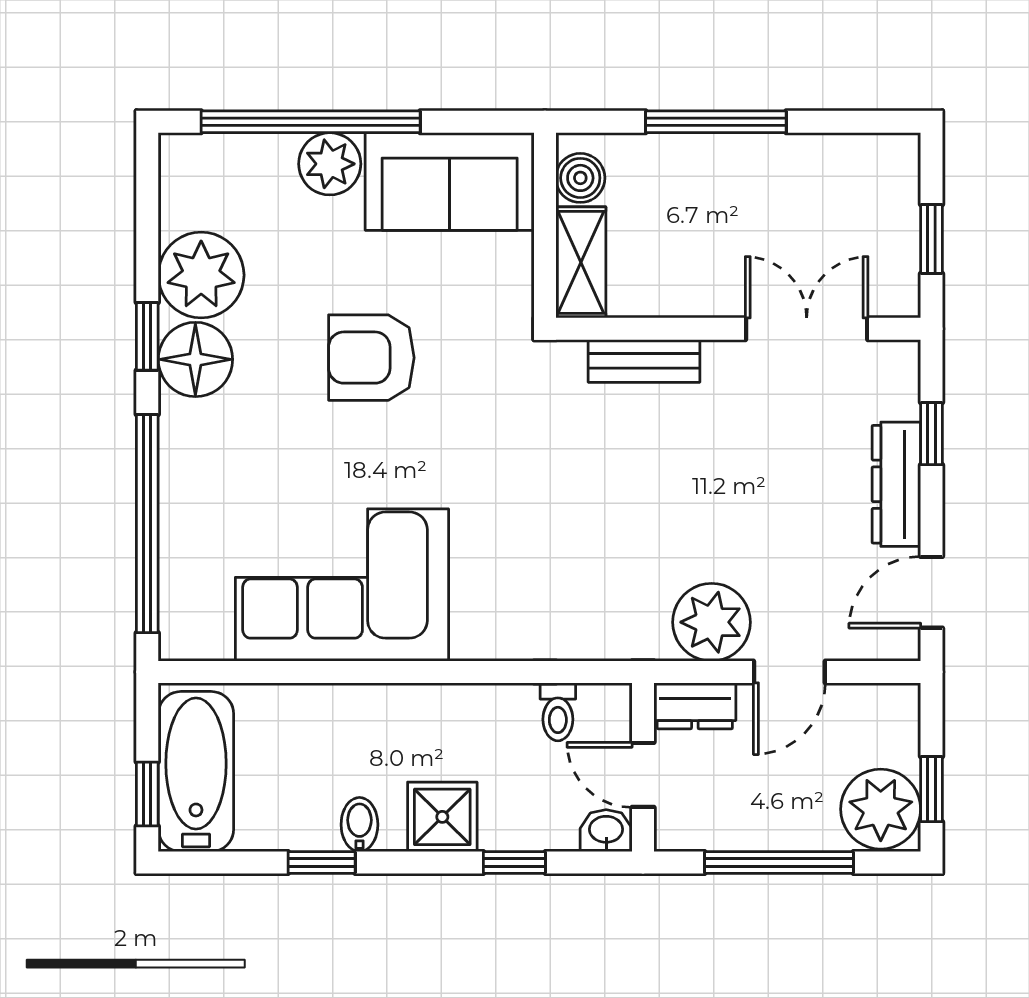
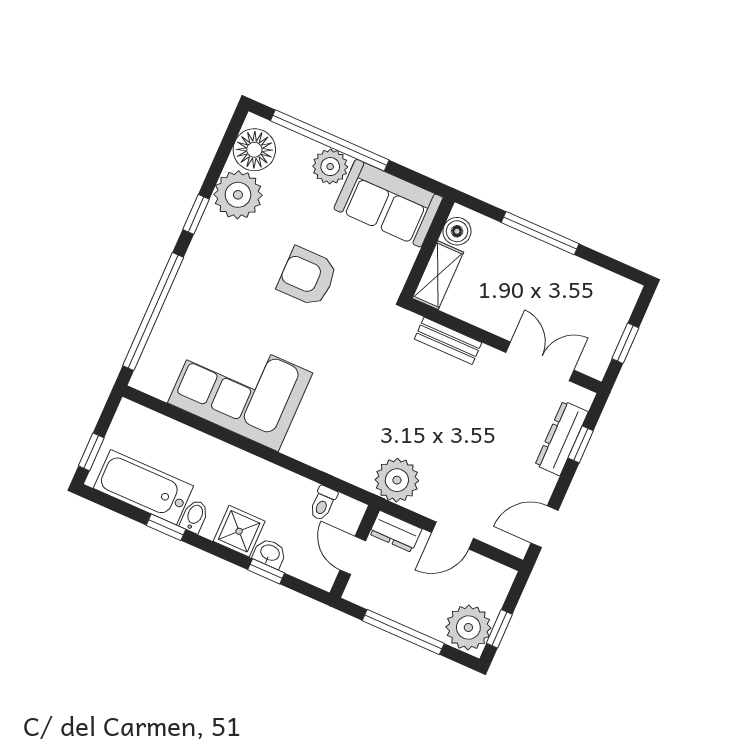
floor lamp: (195, 359) -> (254, 150), moved
dresser: (896, 484) -> (562, 438), moved
plant: (712, 622) -> (397, 480), moved
bathtub: (196, 772) -> (143, 487), moved, turned -90
washbasin: (606, 831) -> (270, 553), moved

